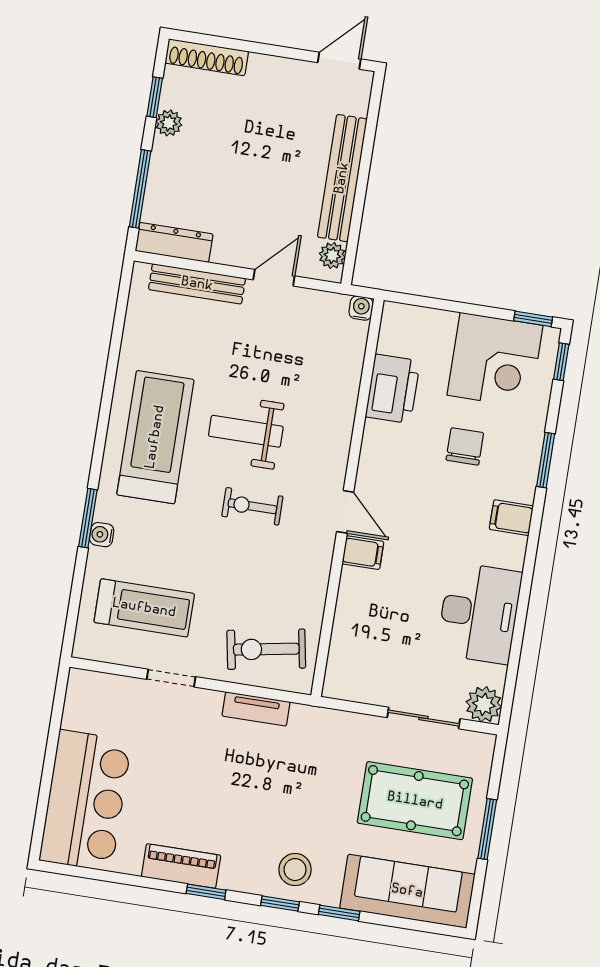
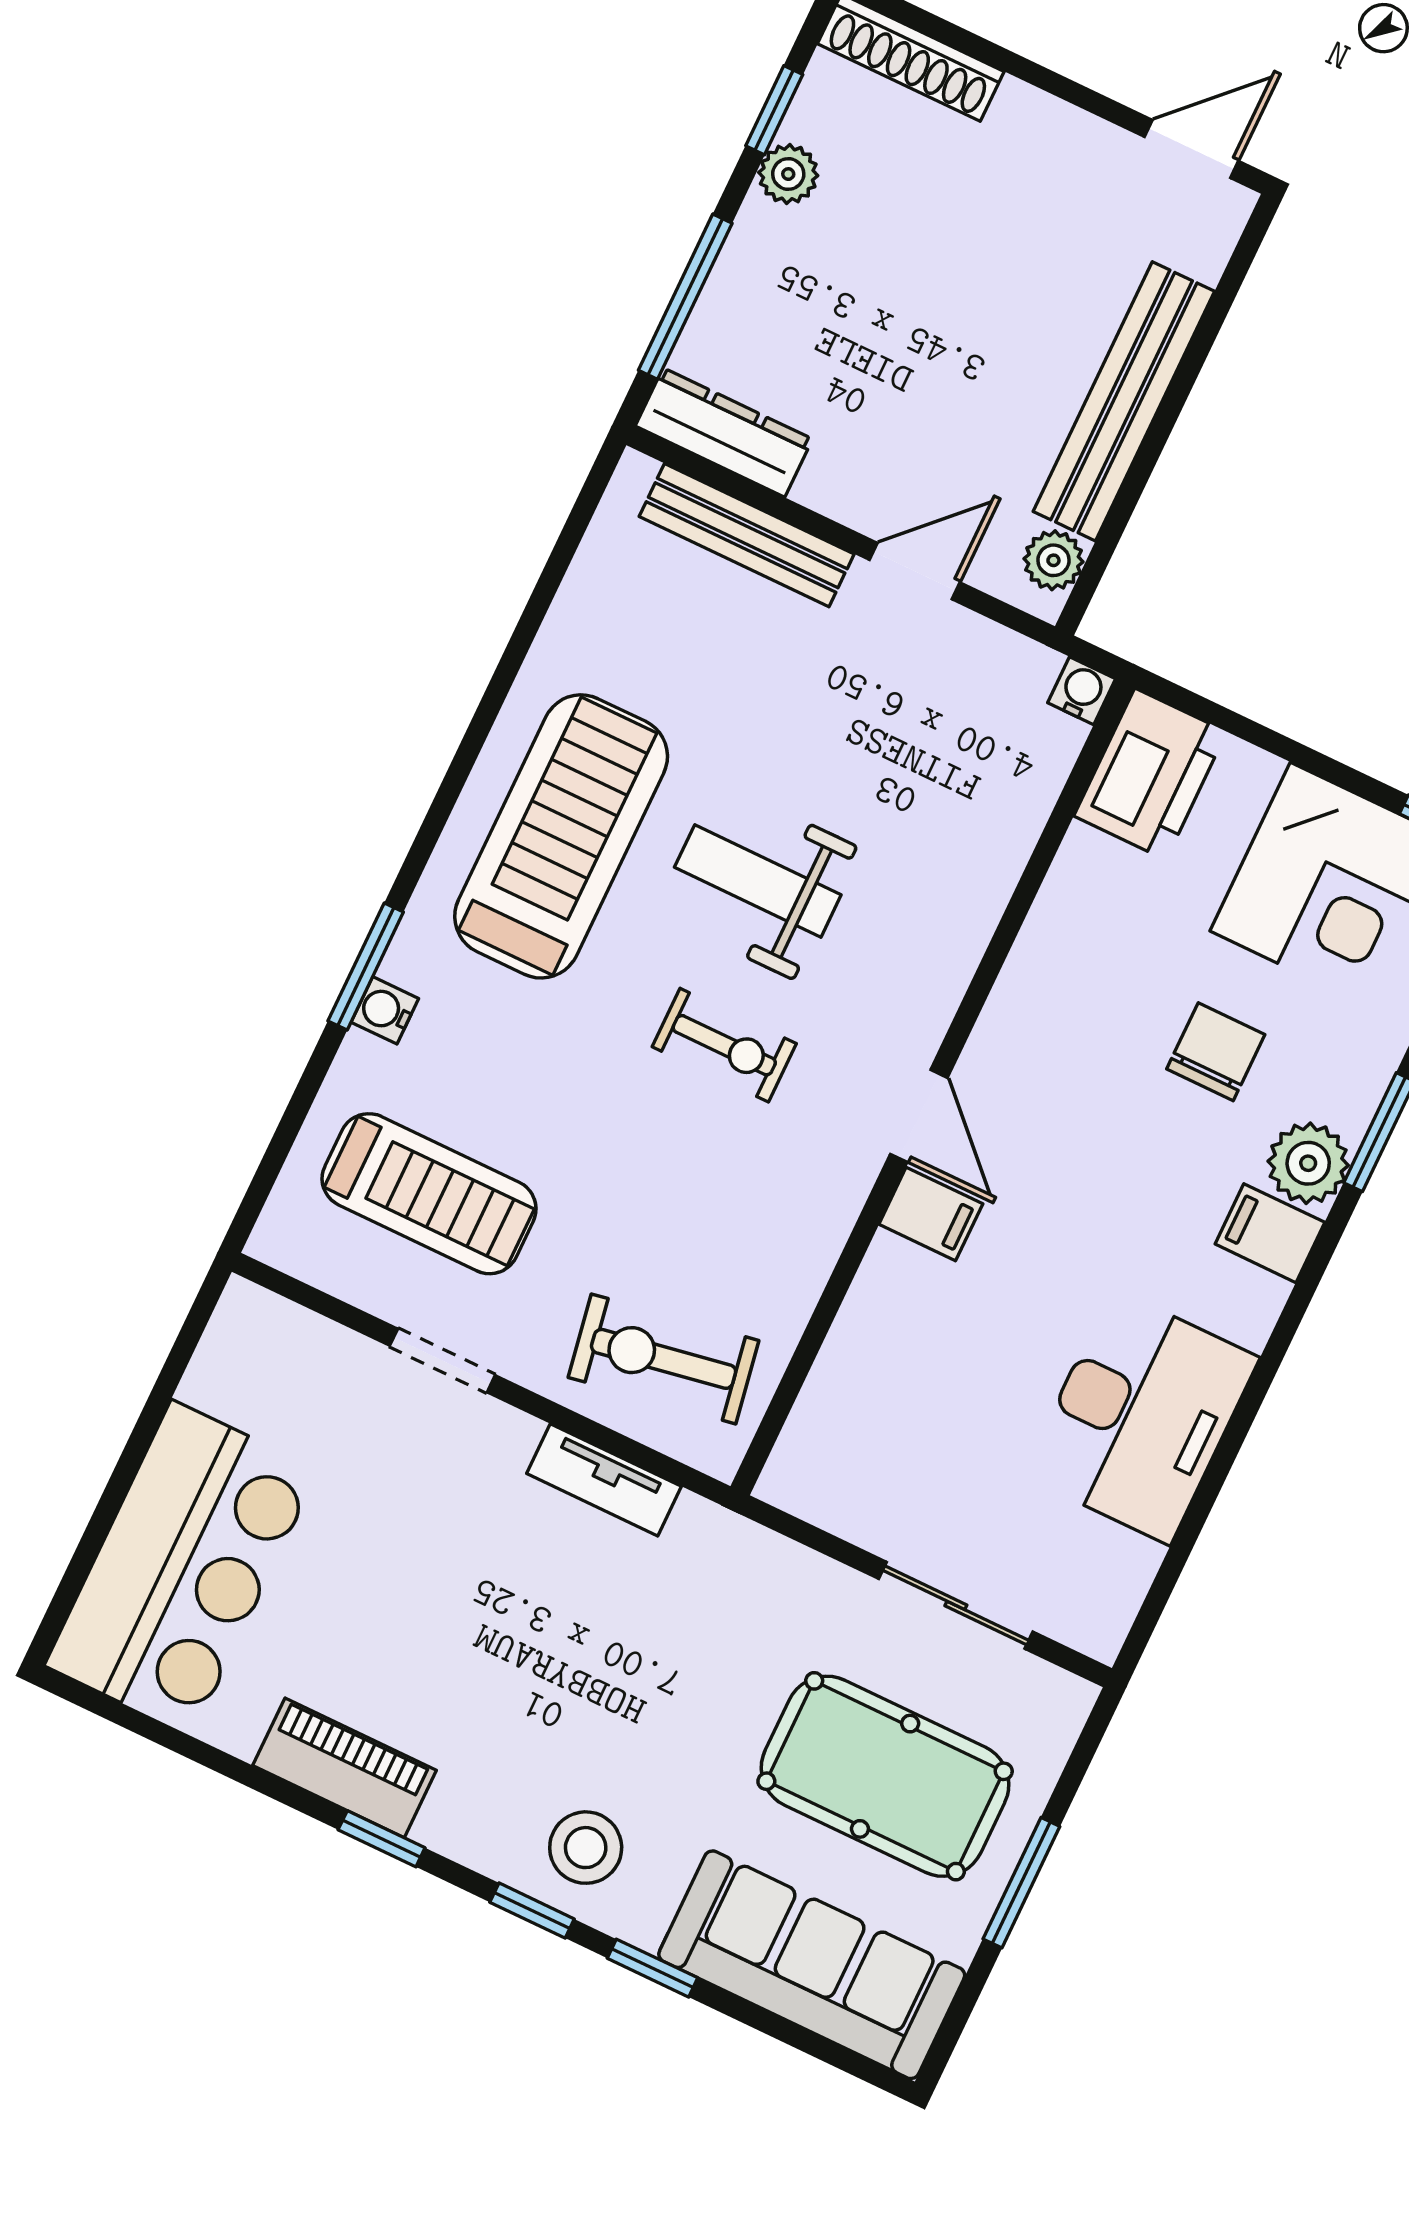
printer: (393, 389) -> (1150, 774), moved
exercise bike: (252, 506) -> (724, 1045), turned 180
plant: (484, 704) -> (1308, 1163), moved

